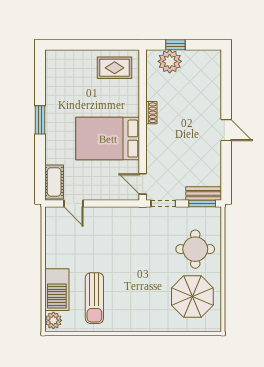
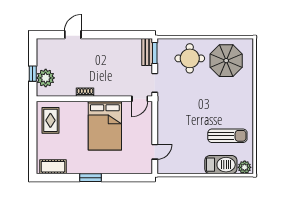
door: (226, 130) -> (73, 35), moved
cot: (54, 182) -> (53, 167), moved

